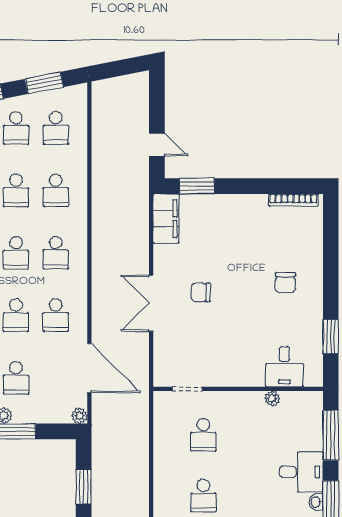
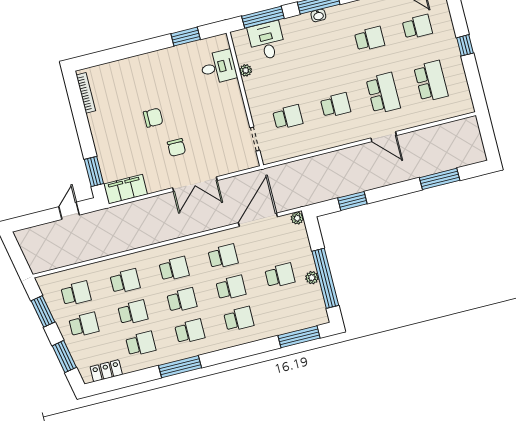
chair: (285, 283) -> (153, 118), moved
desk: (301, 472) -> (267, 41), moved

